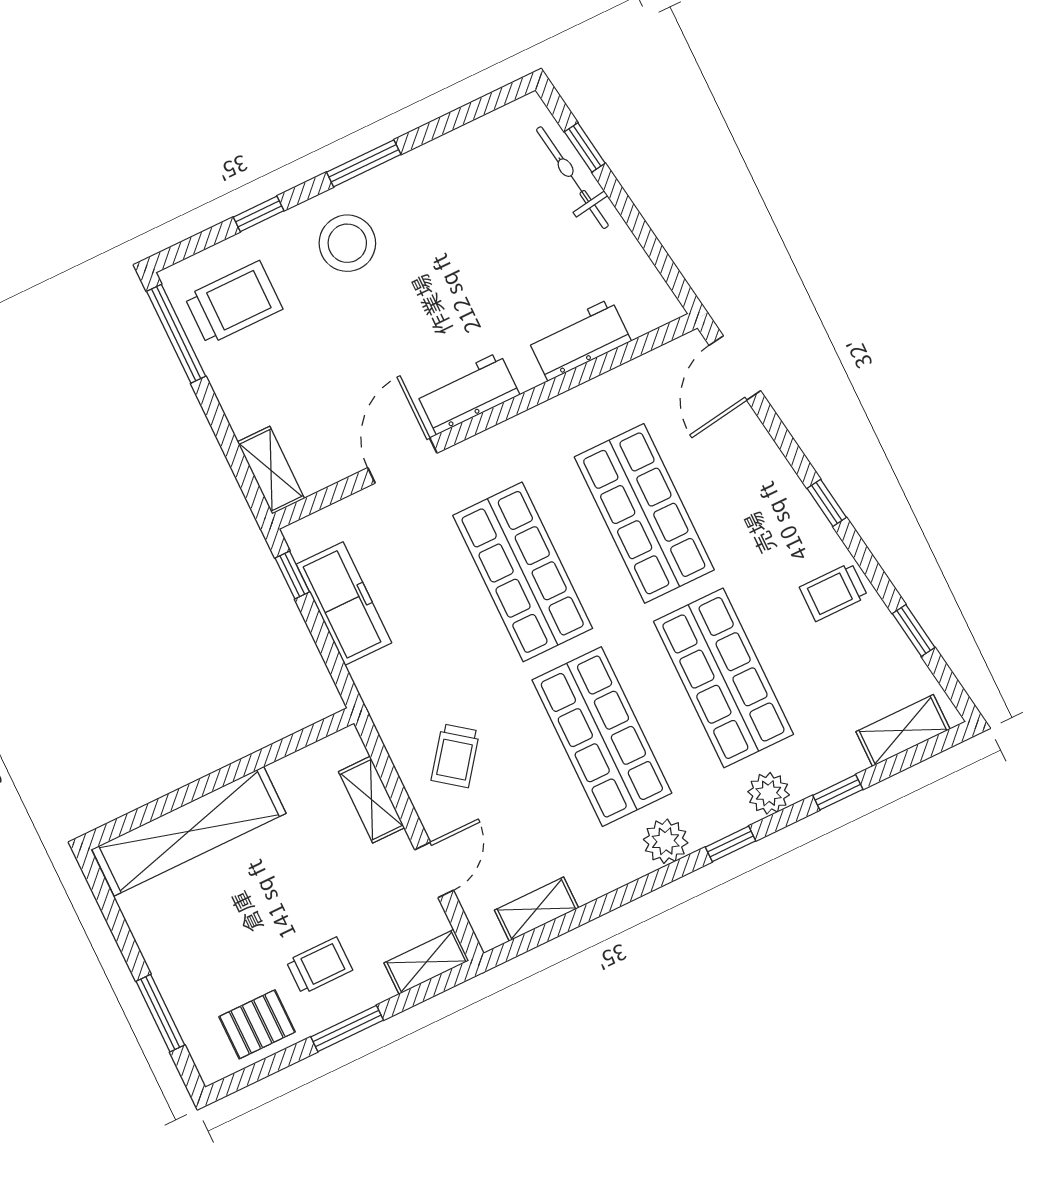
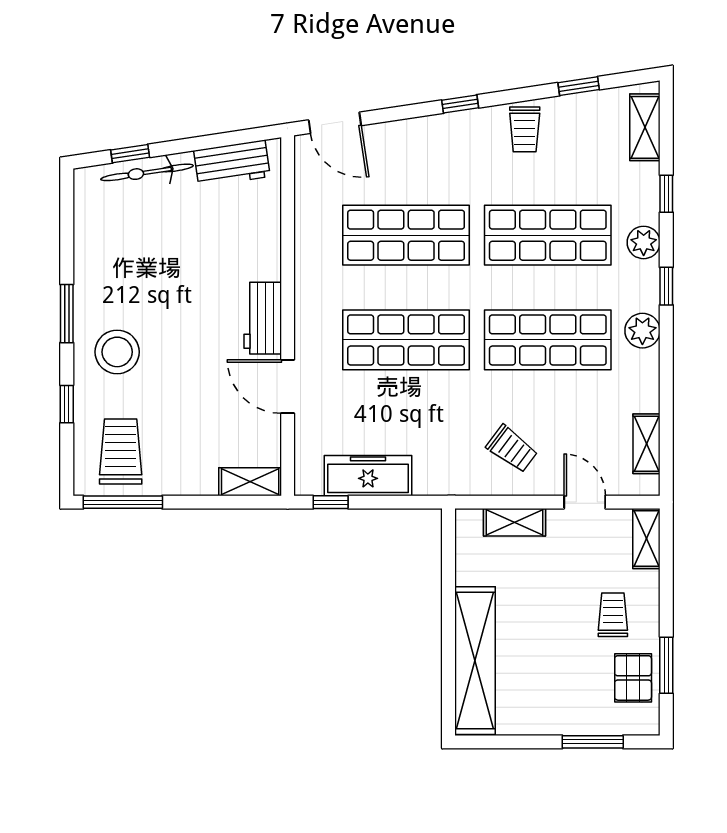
workbench: (579, 340) -> (232, 164), moved, turned -99
window: (347, 1028) -> (666, 665), moved

